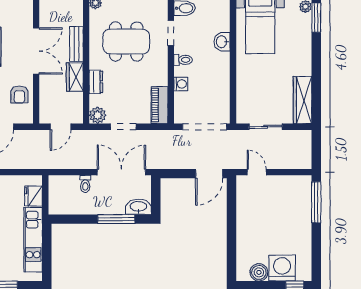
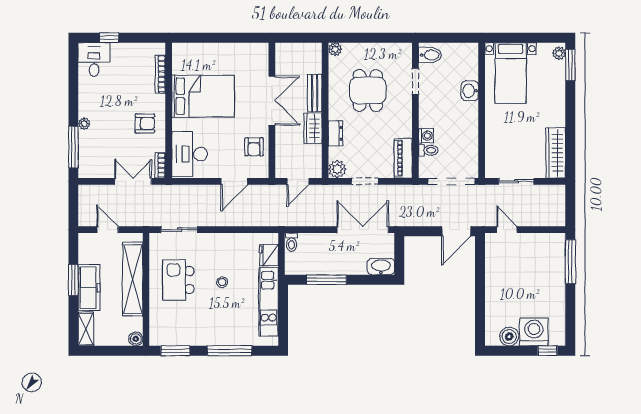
dining table: (126, 42) -> (368, 90), width x0.73
toilet: (183, 60) -> (428, 150), moved
toilet: (85, 184) -> (292, 242), moved
window: (116, 219) -> (327, 280), moved

